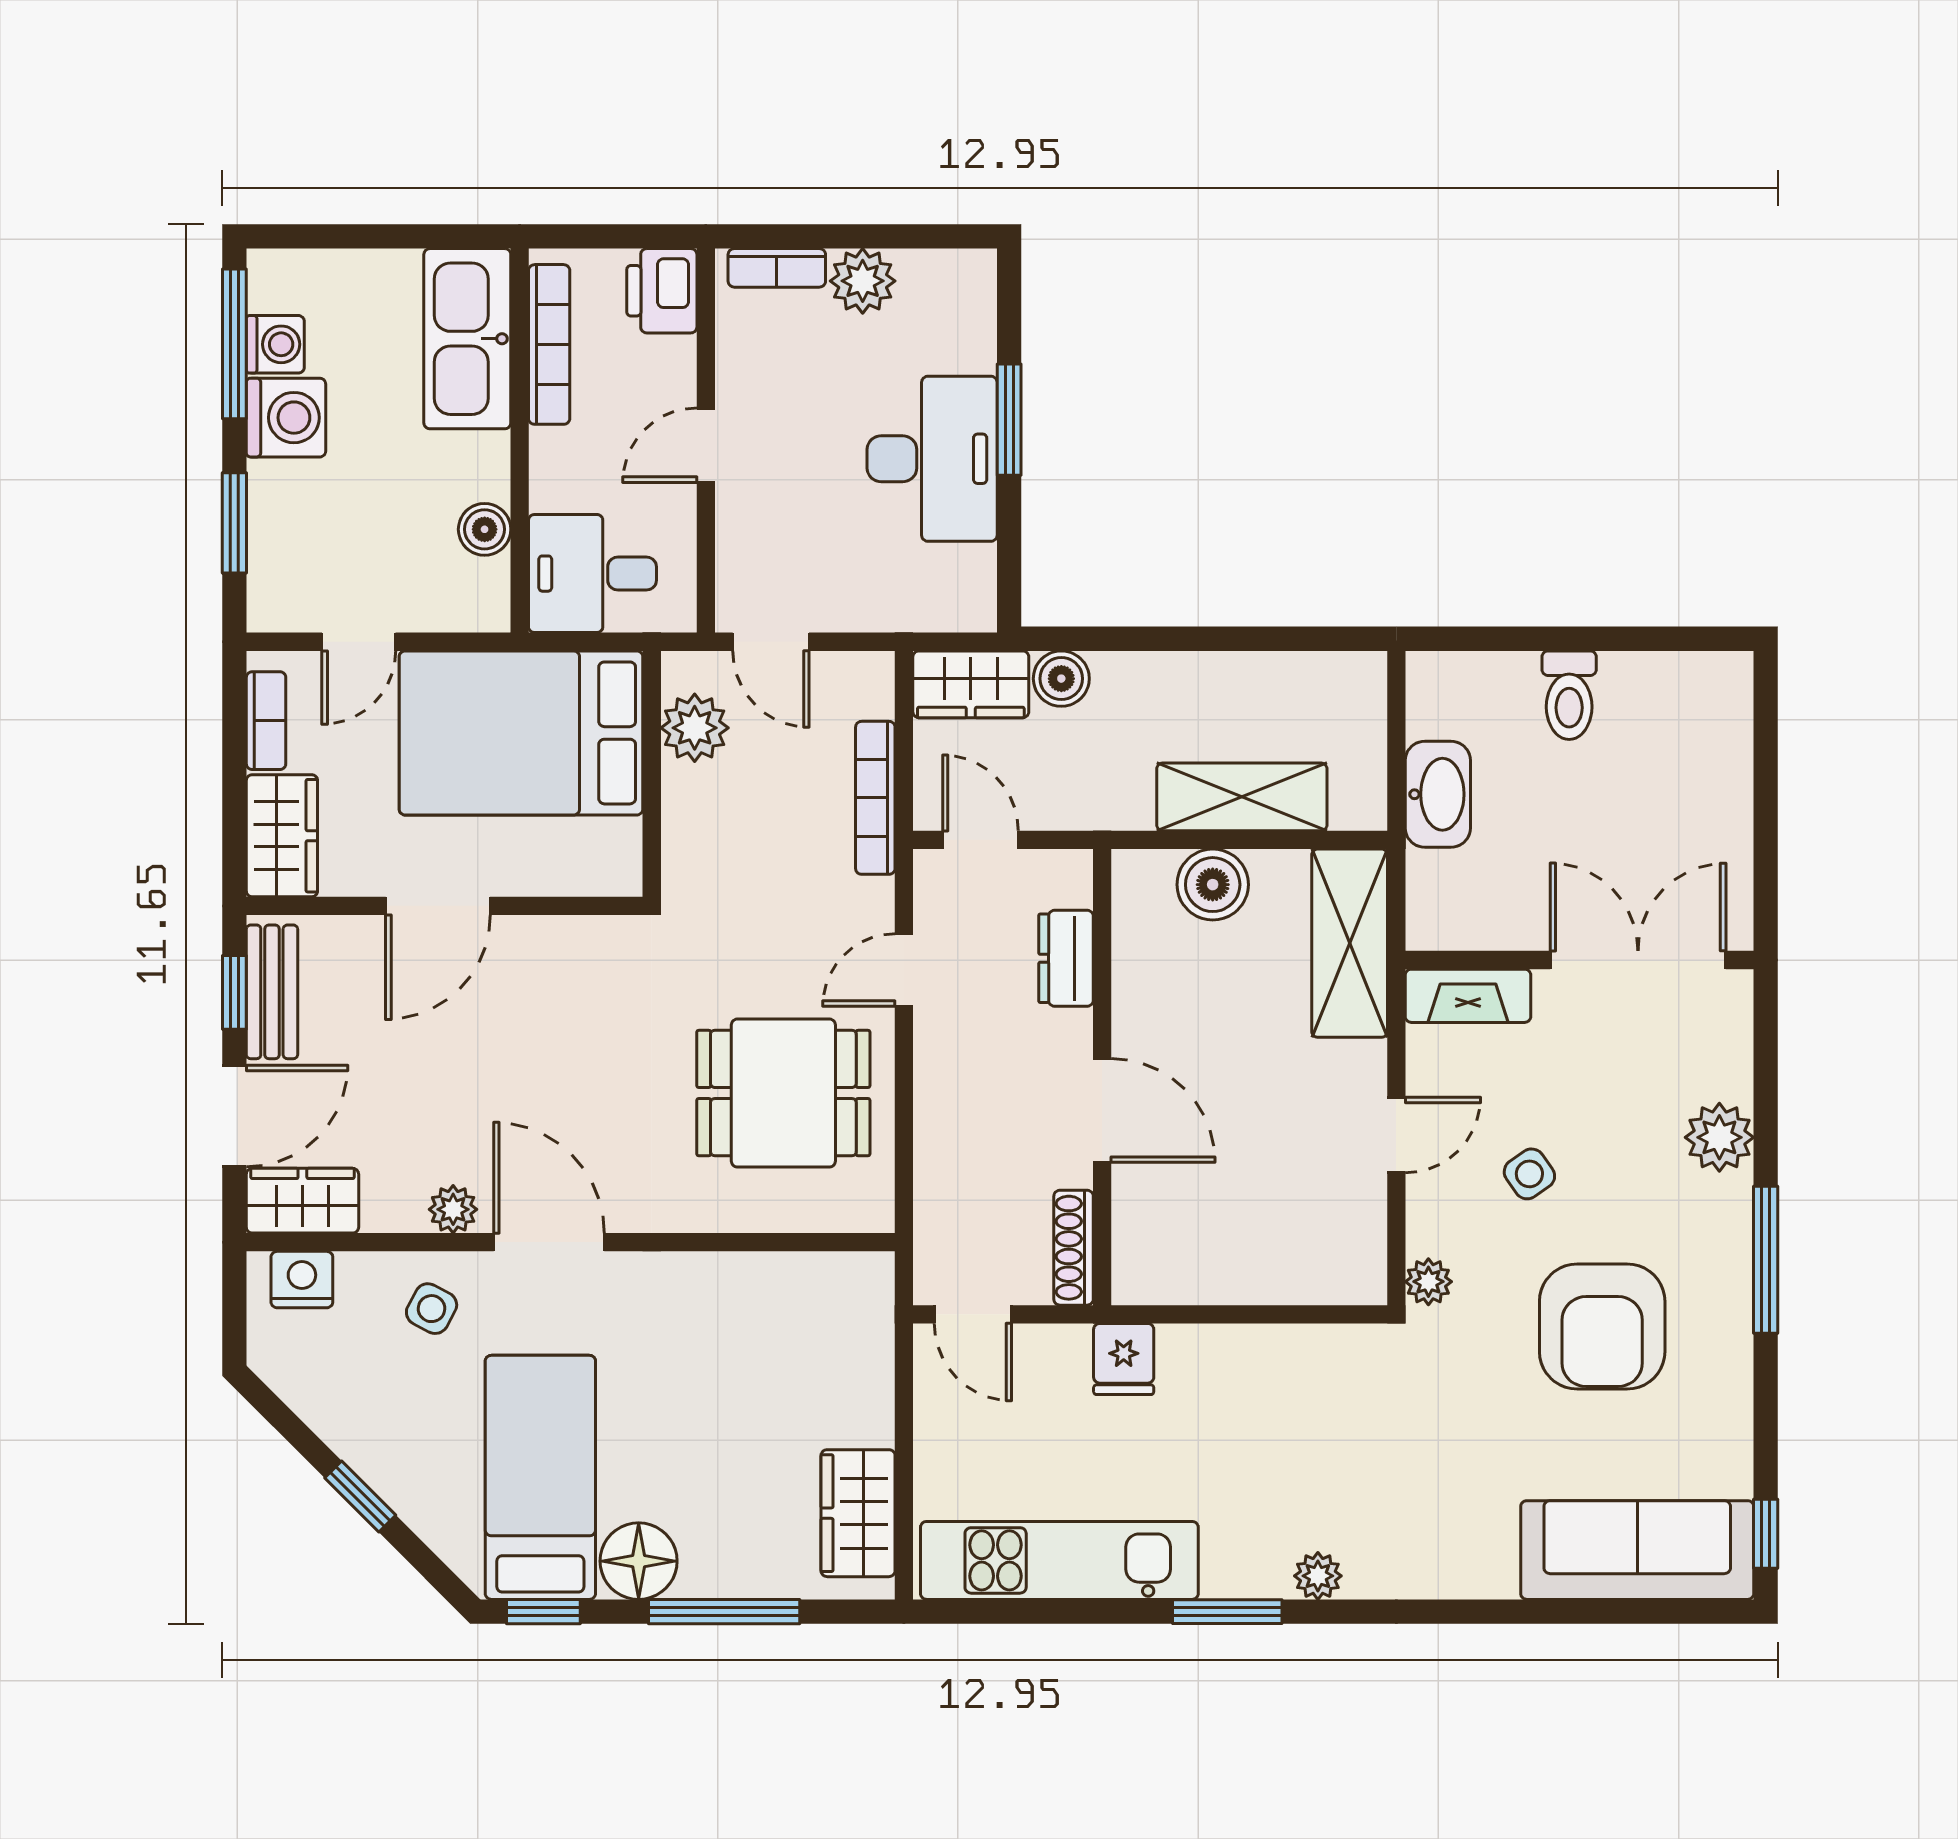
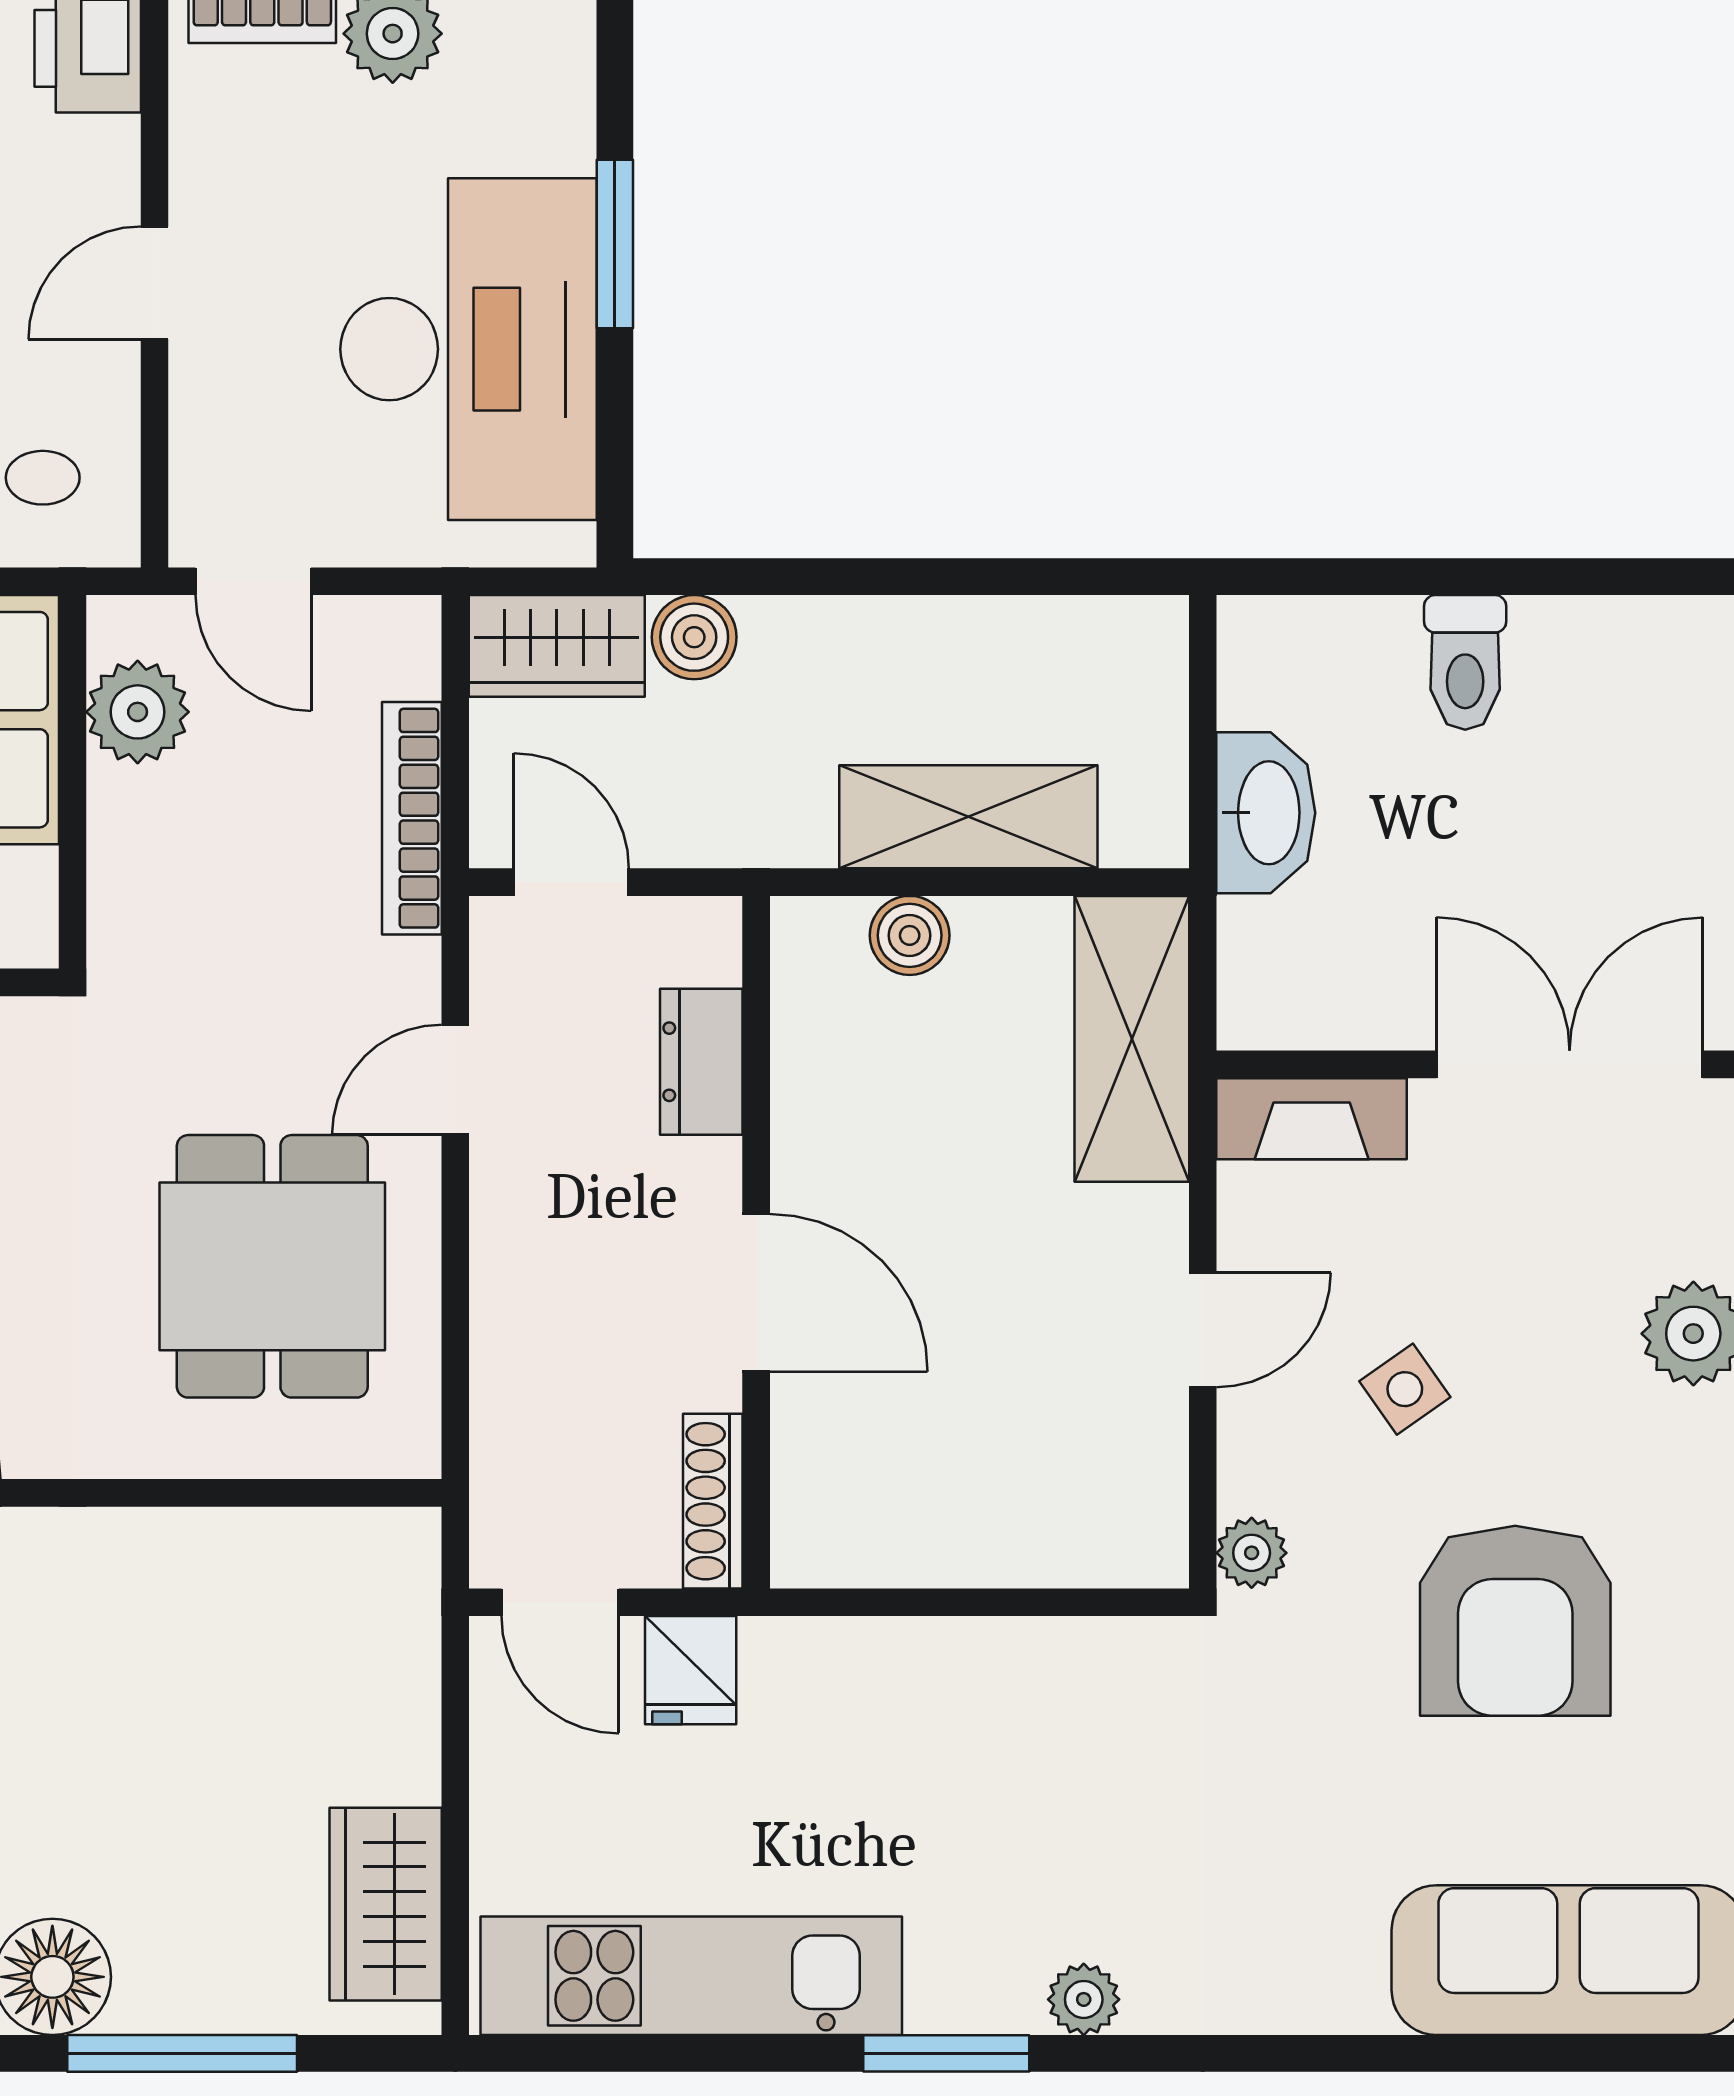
desk: (932, 459) -> (469, 349), width x1.36, depth x1.30
boiler: (1213, 885) -> (910, 935), width x0.73, depth x0.73
dining table: (783, 1093) -> (272, 1266), turned 90
fridge: (1124, 1359) -> (691, 1670), moved

